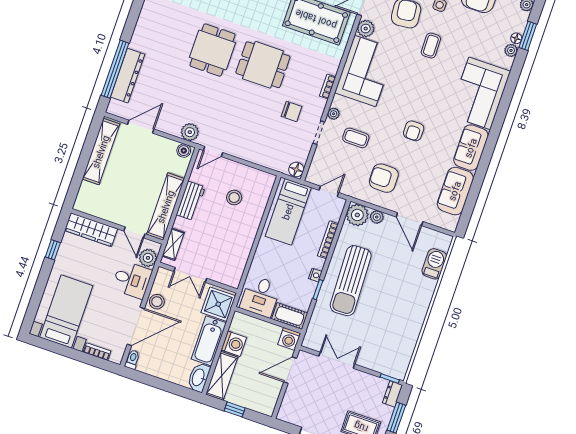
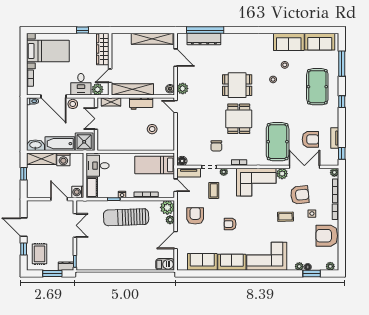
tv unit: (317, 166) -> (189, 173), added
barbecue: (434, 264) -> (165, 264), moved

